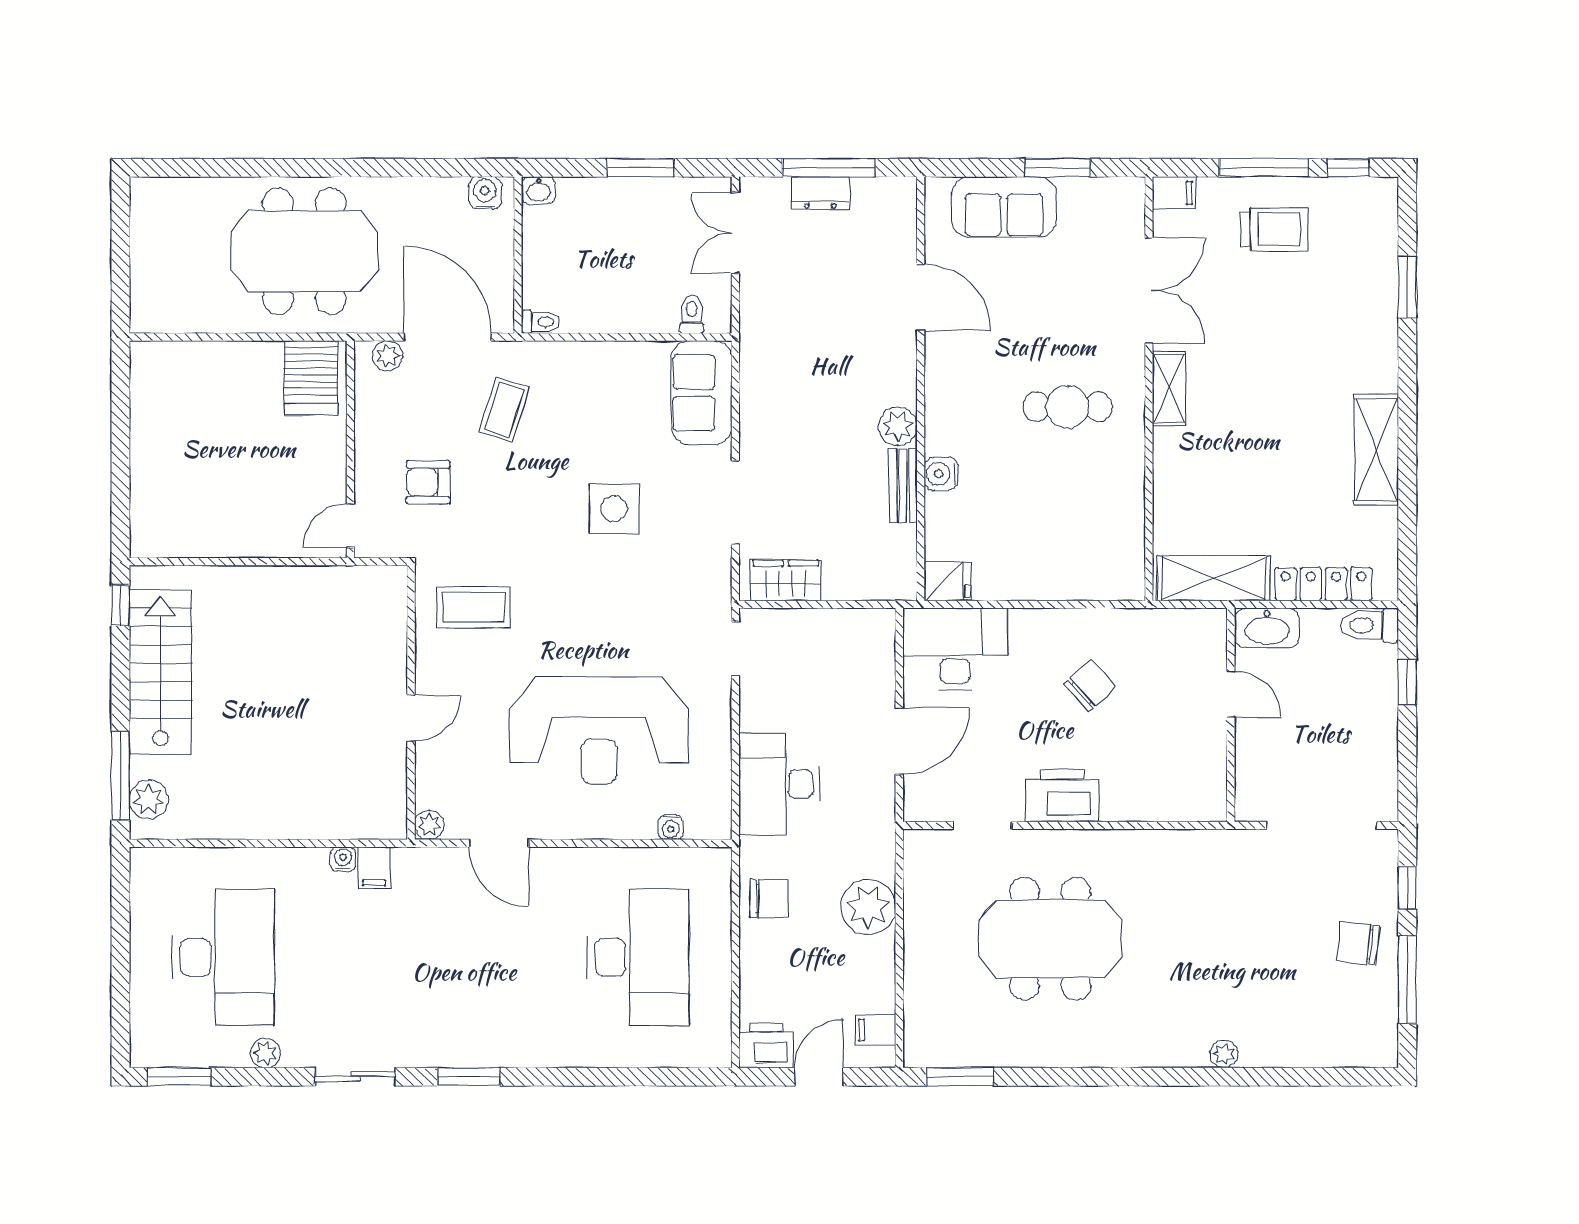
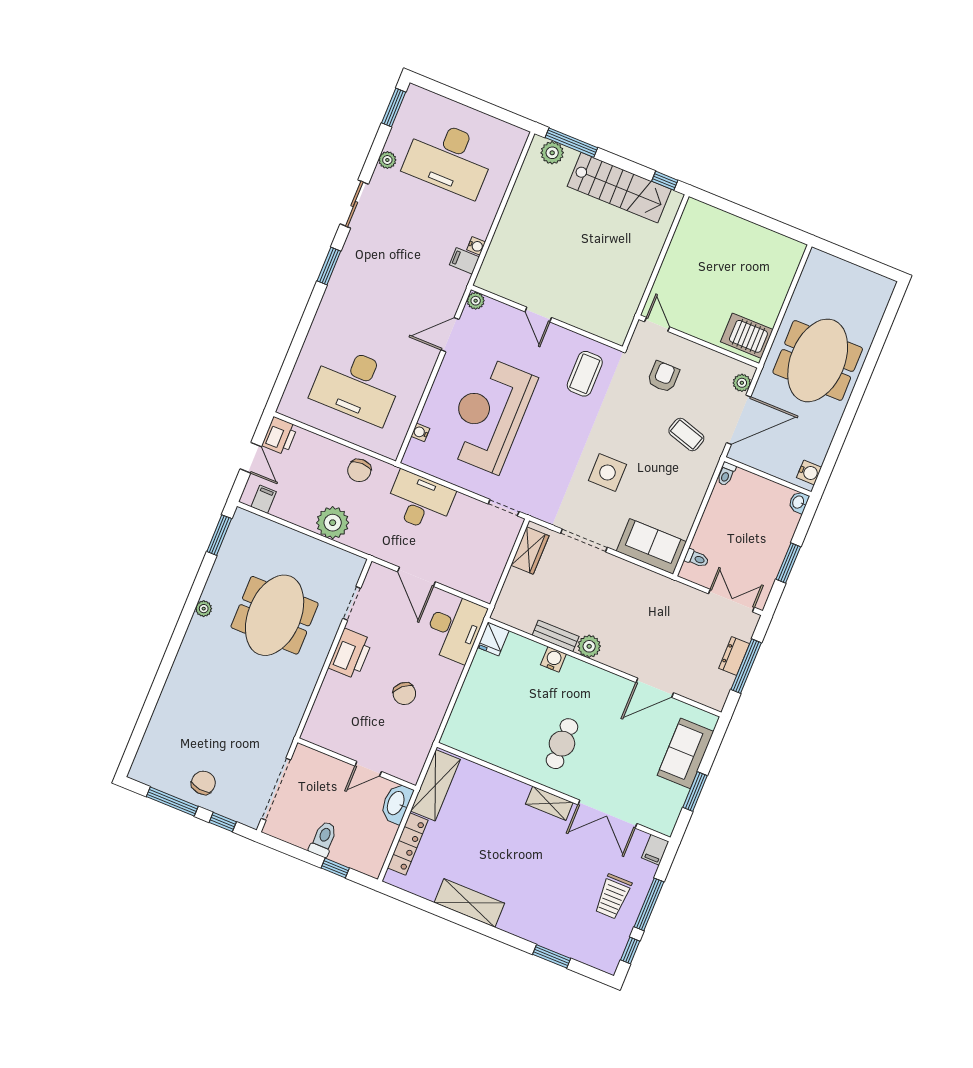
toilet: (1370, 625) -> (323, 839), moved
plant: (1224, 1054) -> (204, 609), moved

